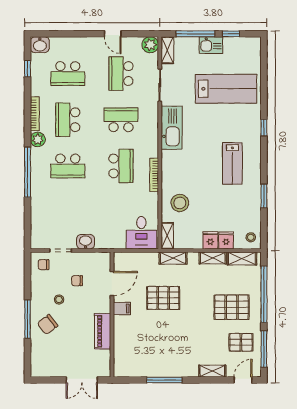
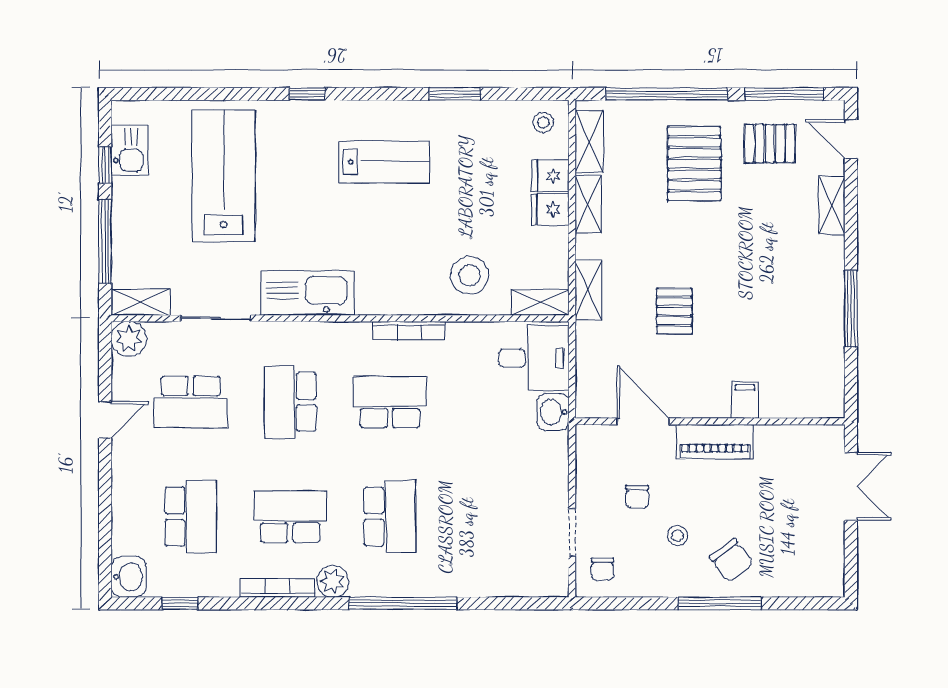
kitchen sink: (211, 45) -> (129, 150), moved
school desk: (68, 120) -> (290, 517), turned 180
washbasin: (86, 242) -> (553, 412), moved
pallet: (163, 298) -> (674, 311), width x0.67, depth x0.71
filing cabinet: (122, 309) -> (745, 400), moved
piano: (103, 331) -> (715, 442), moved
pallet: (241, 342) -> (770, 144), turned 90

